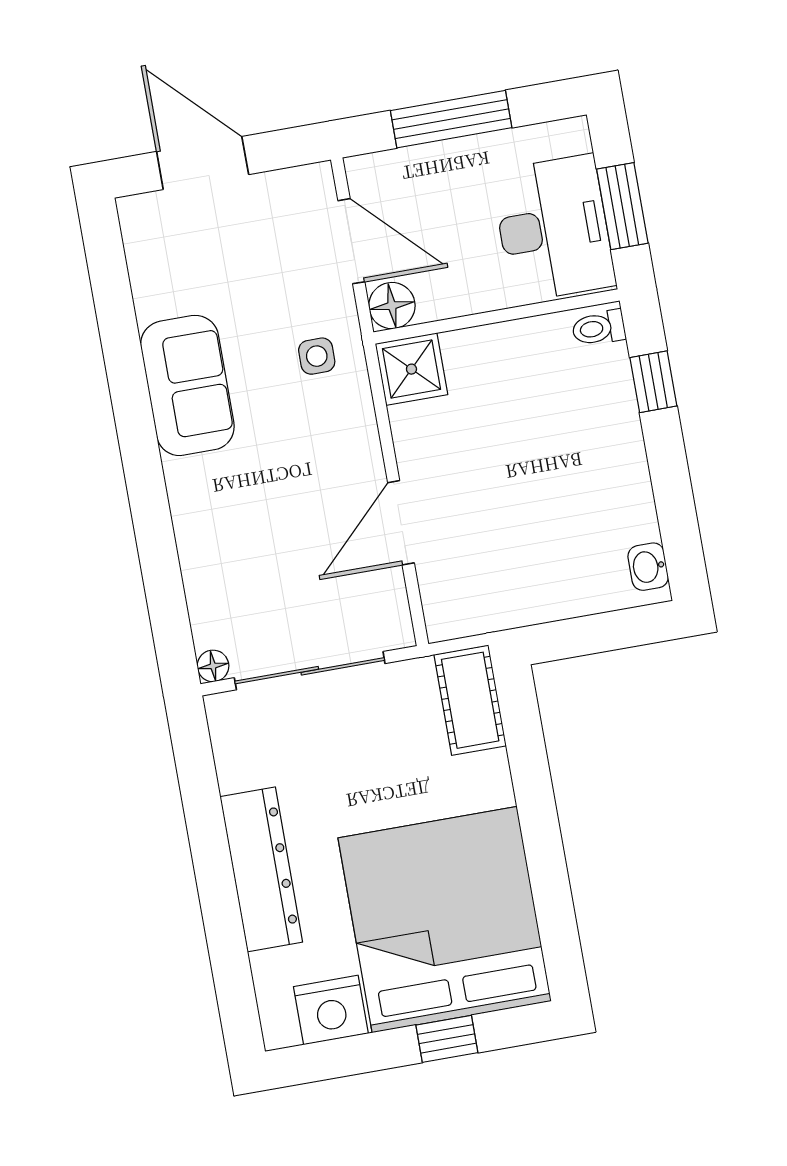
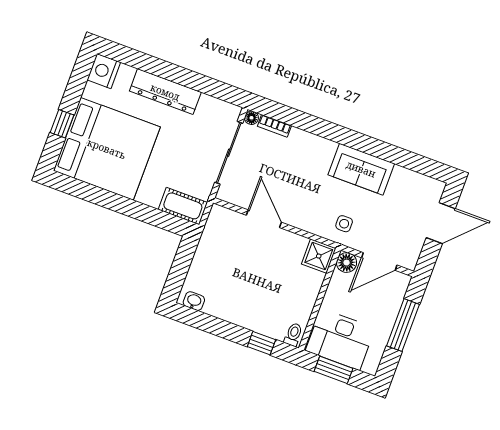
bookcase: (202, 610) -> (274, 126), added
nightstand: (331, 1010) -> (104, 71), moved

